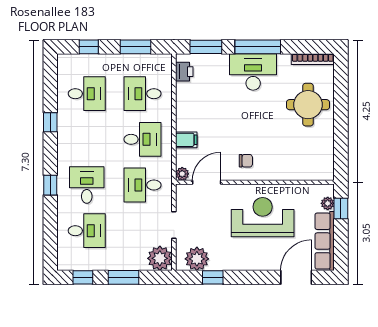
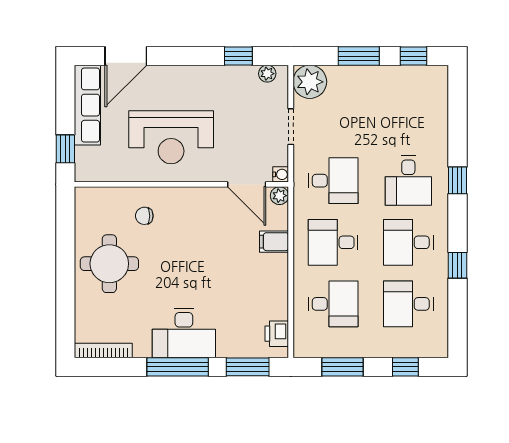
round table: (308, 105) -> (109, 264), moved
chair: (246, 161) -> (144, 216), moved
door: (207, 182) -> (247, 184), hinge flipped
water cooler: (181, 190) -> (281, 174), added
plant: (328, 203) -> (83, 156), removed
desk: (87, 231) -> (408, 242), moved
plant: (197, 259) -> (267, 74), width x0.53, depth x0.53

